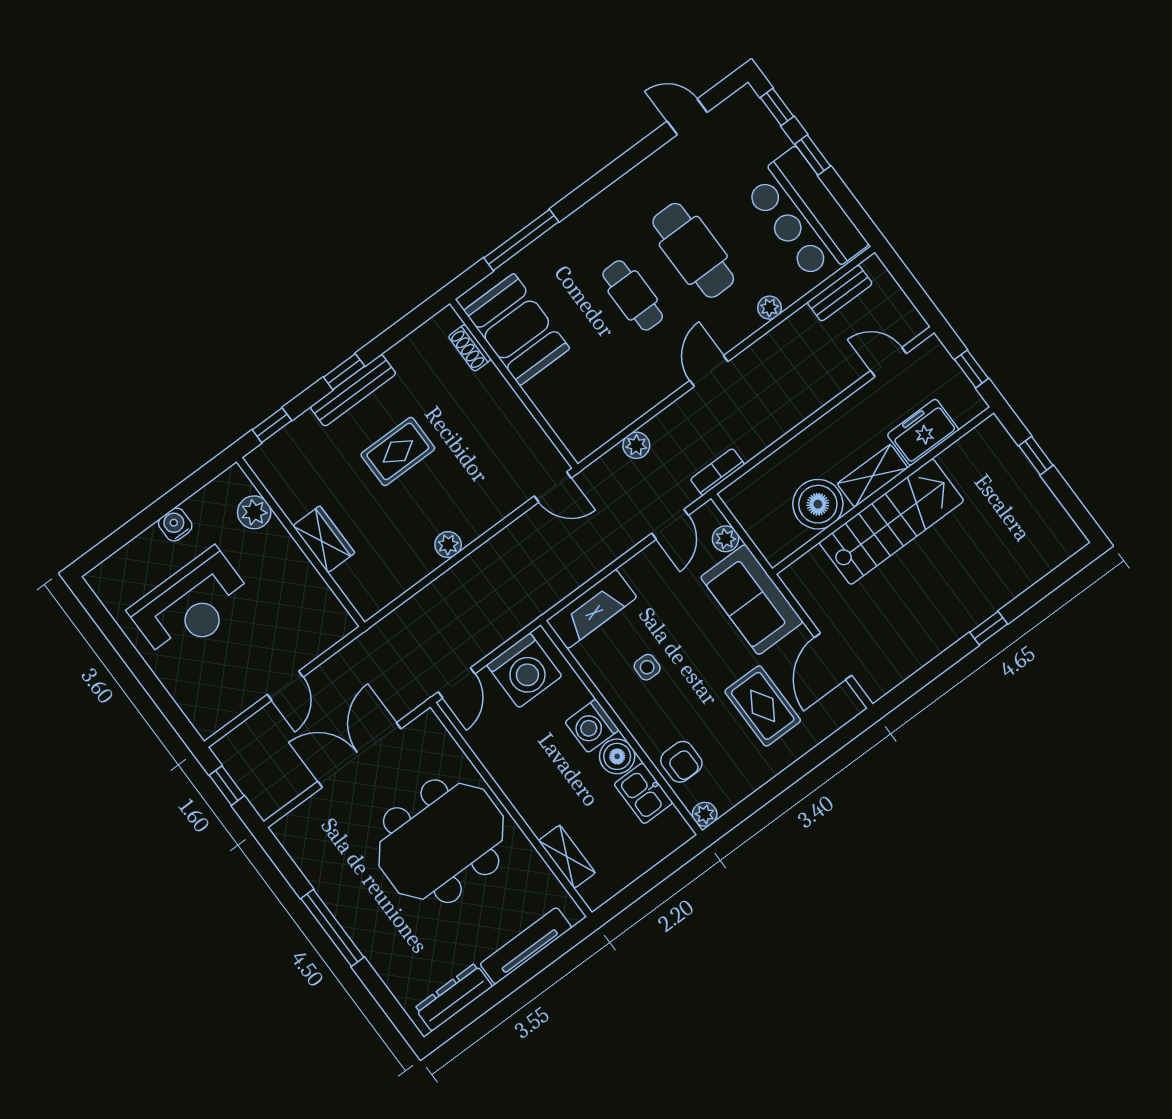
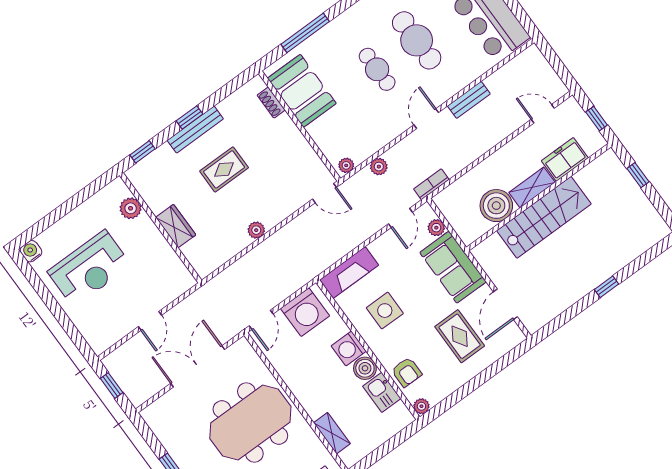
bench: (840, 293) -> (469, 100), moved
plant: (770, 308) -> (346, 165), moved
water cooler: (175, 525) -> (31, 251), moved
side table: (647, 667) -> (385, 311), width x1.87, depth x1.87

